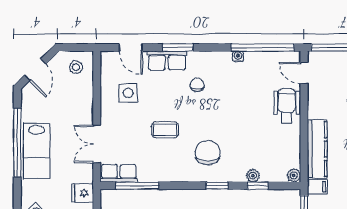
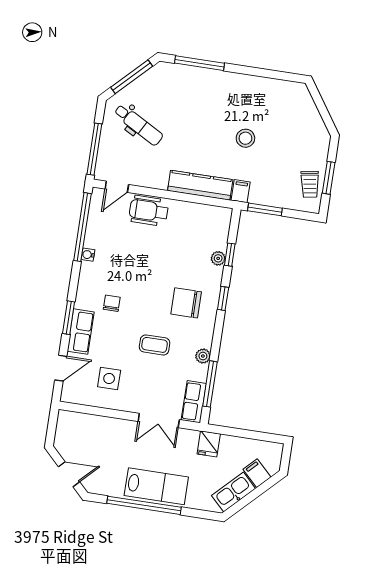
stool: (76, 67) -> (73, 430), removed
chair: (197, 85) -> (112, 303), turned 90
coffee table: (165, 130) -> (155, 345), turned 90
plant: (294, 175) -> (203, 356), moved

